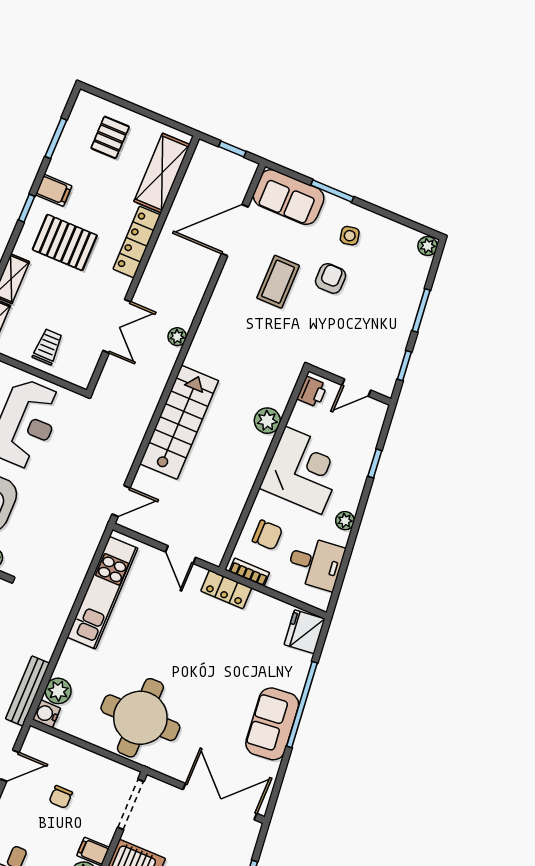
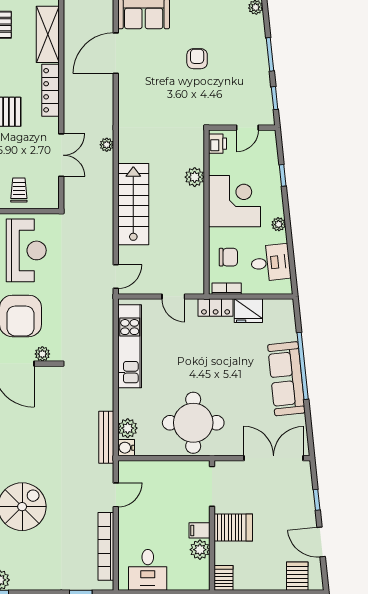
side table: (350, 236) -> (198, 23), removed
coffee table: (278, 282) -> (161, 76), removed
fridge: (304, 632) -> (248, 311), moved, turned -84
sofa: (272, 724) -> (286, 379), width x1.36
chair: (61, 797) -> (161, 502), removed

